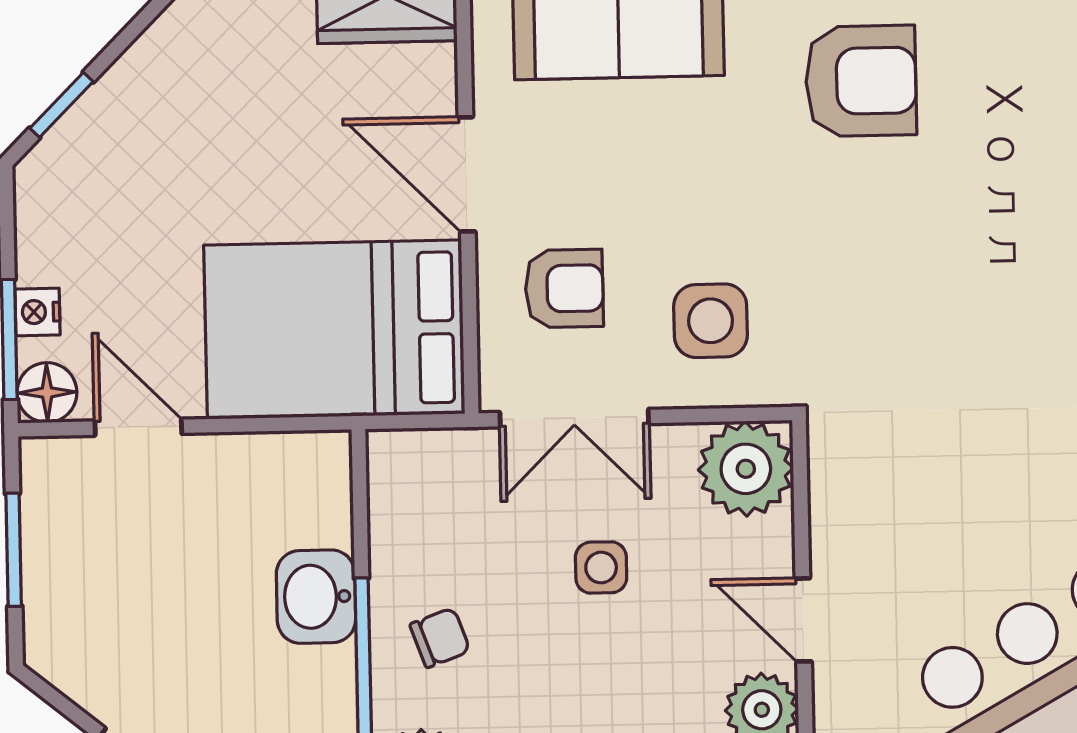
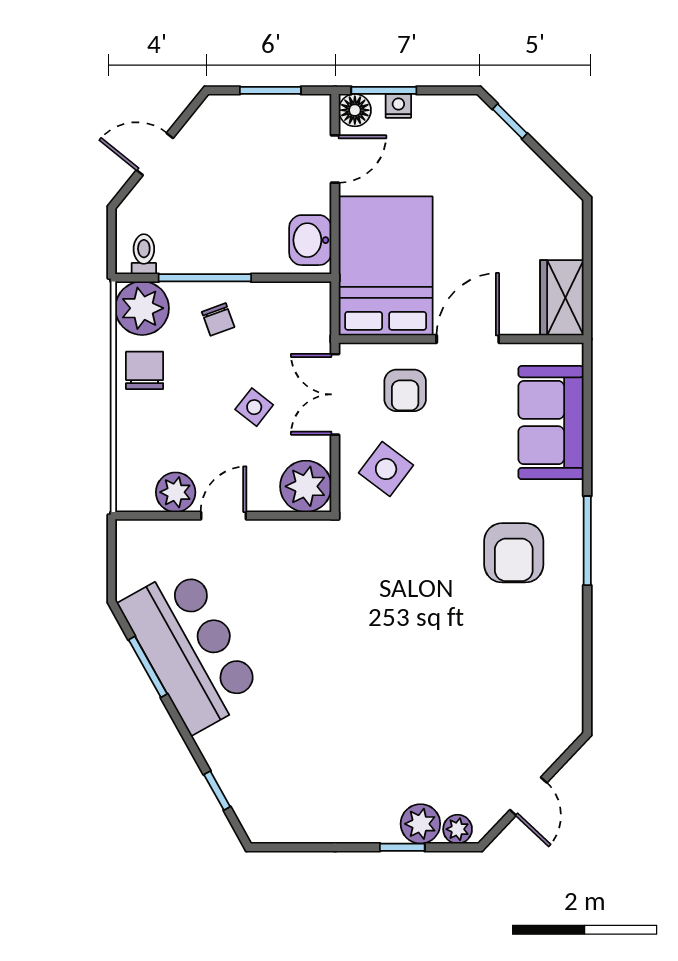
side table: (711, 321) -> (386, 469), turned 37
side table: (601, 567) -> (254, 407), turned 38
washbasin: (316, 597) -> (310, 240), moved, turned -90

